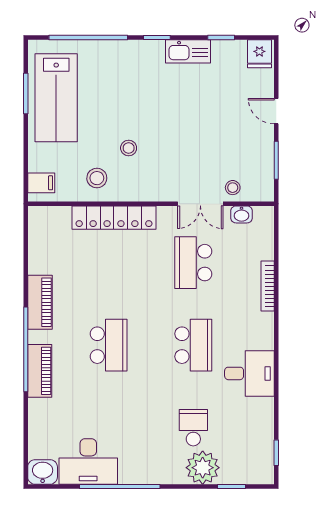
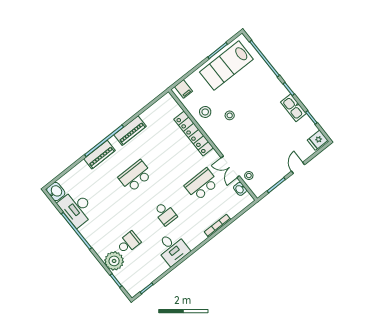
school desk: (109, 345) -> (135, 176), turned 180
school desk: (193, 345) -> (165, 214), width x0.54

